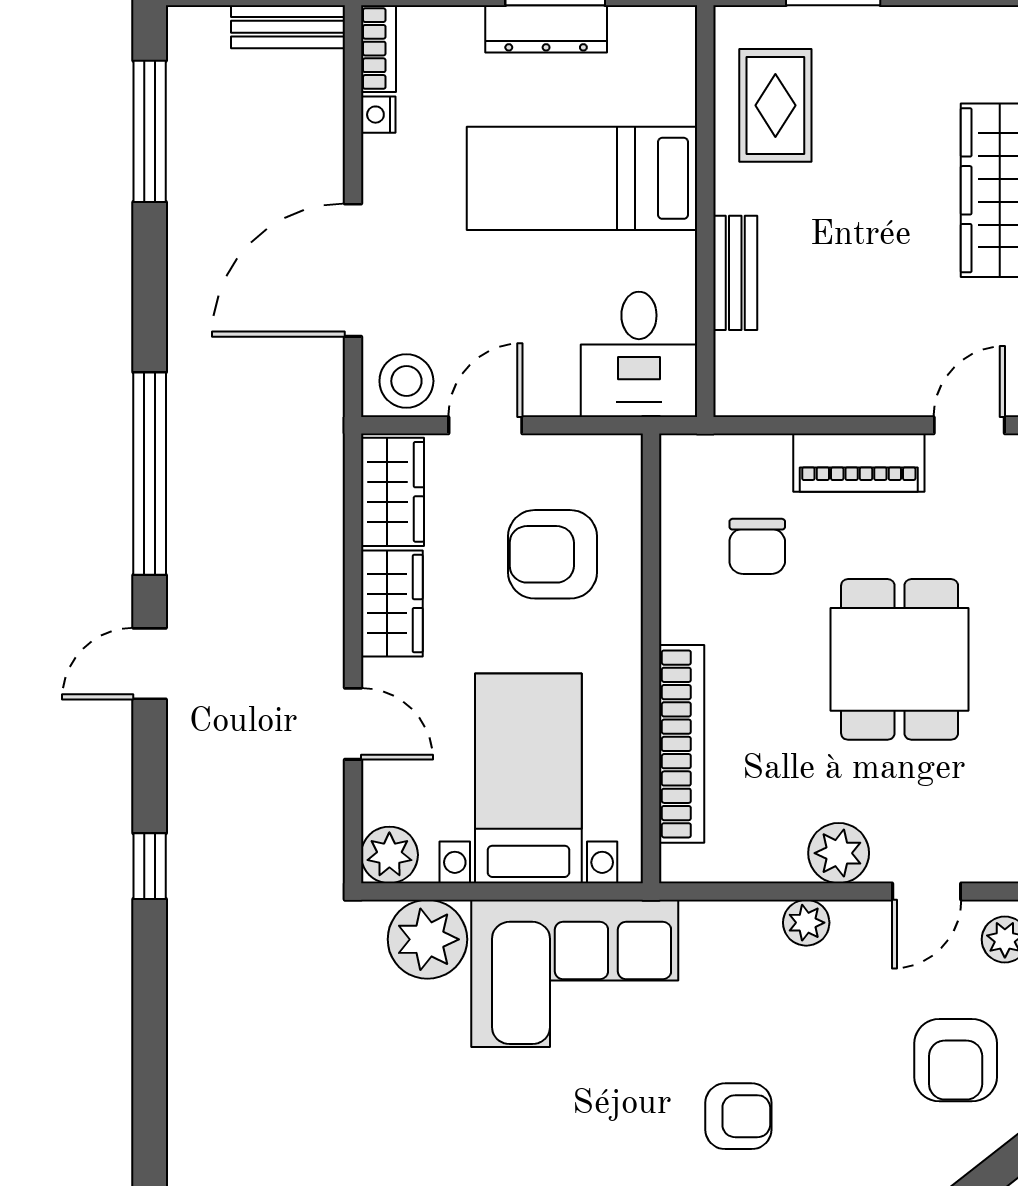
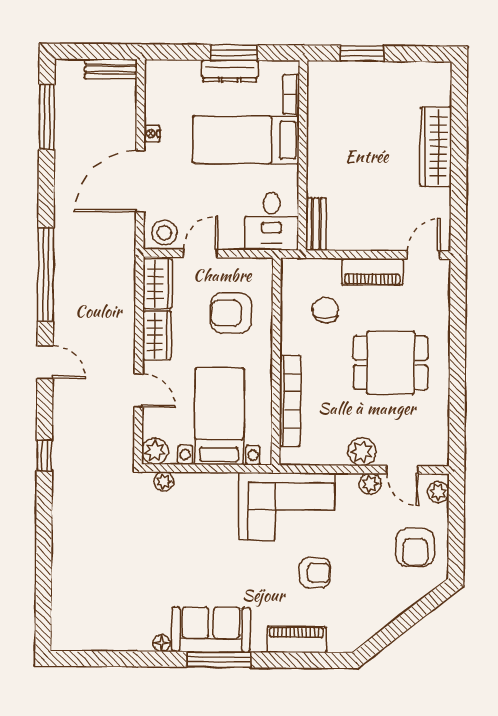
bookcase: (378, 49) -> (291, 94), moved, turned 180
rug: (775, 105) -> (335, 107), removed
nightstand: (378, 115) -> (152, 134), moved
bench: (735, 273) -> (316, 224), moved
chair: (757, 546) -> (325, 310), turned 180
dining table: (900, 659) -> (391, 363), turned 90
door: (150, 664) -> (45, 362), swing flipped
door: (927, 891) -> (402, 470), hinge flipped
plant: (806, 923) -> (370, 484), moved
plant: (427, 939) -> (164, 482), width x0.53, depth x0.53
corner sofa: (575, 973) -> (286, 507), moved

